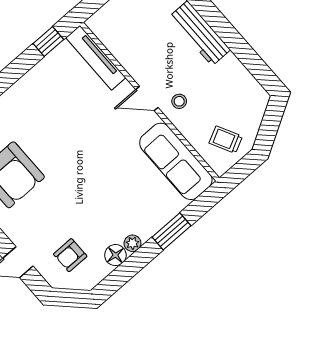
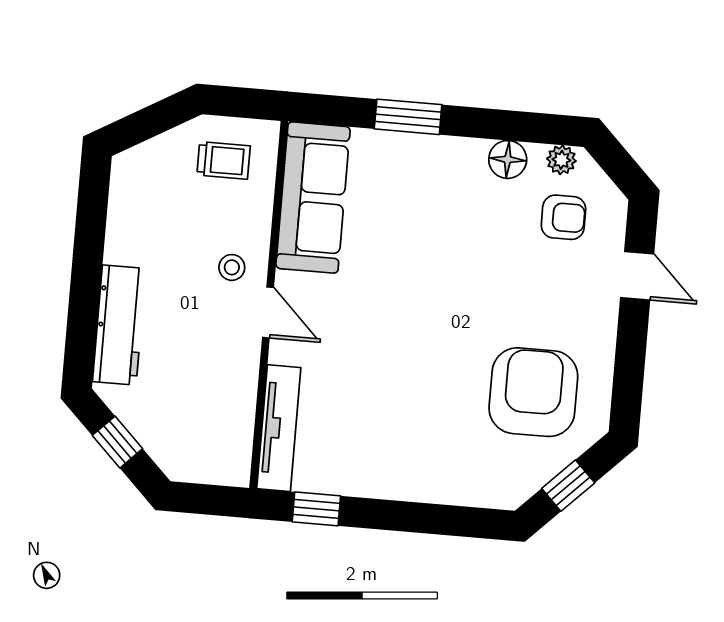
trolley: (226, 140) -> (224, 160), turned -63
plant: (132, 243) -> (561, 160), moved

